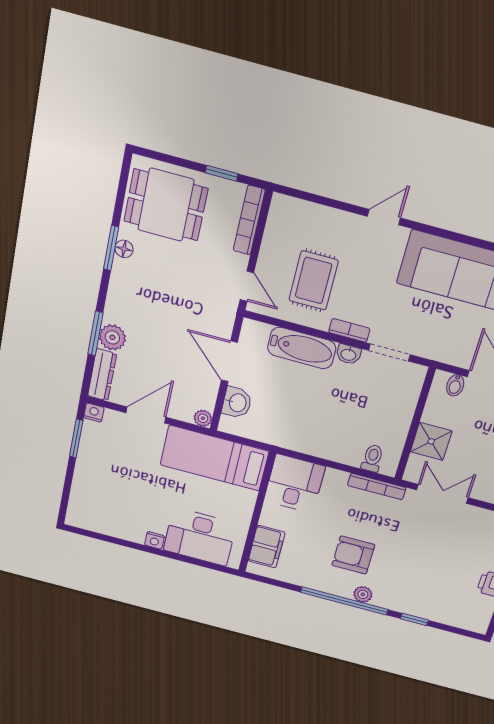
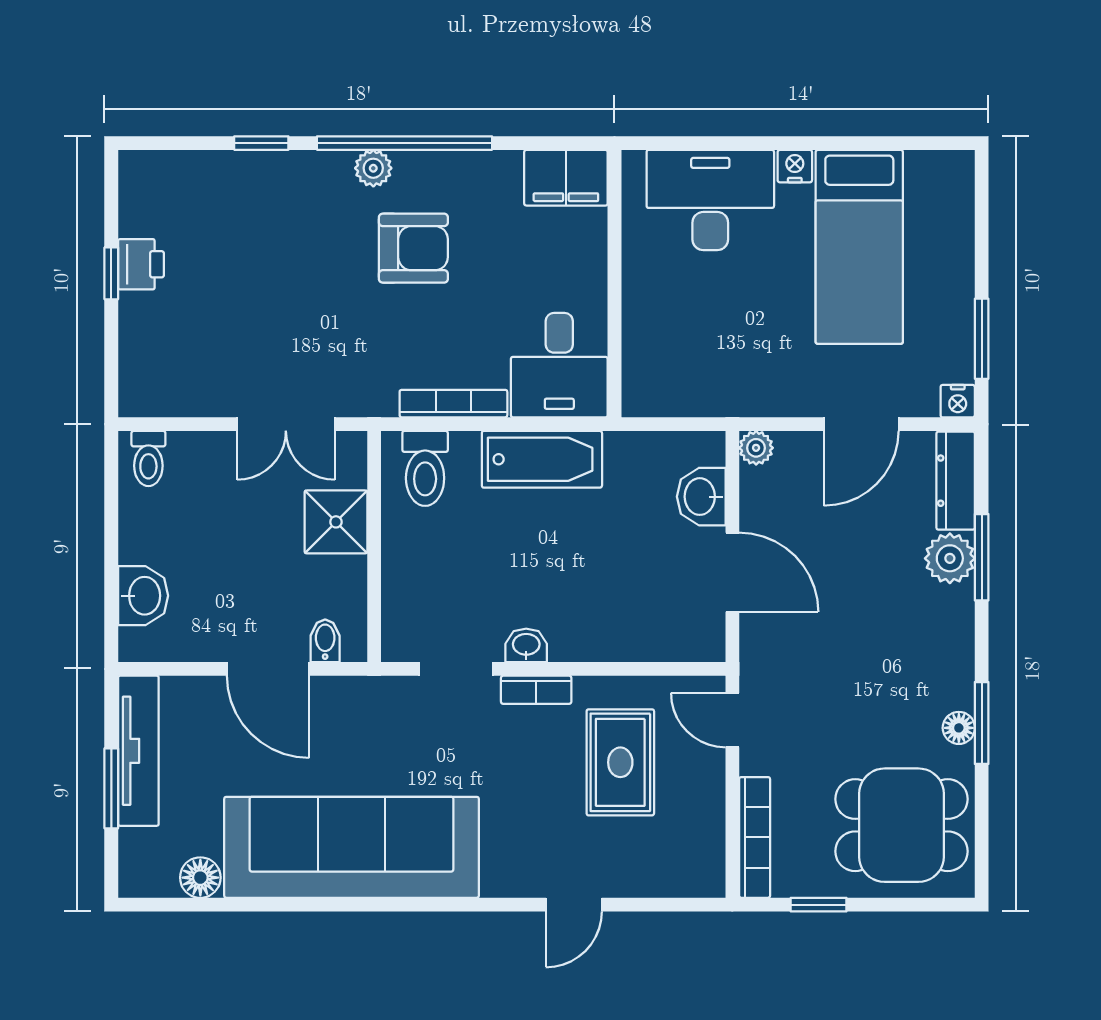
door: (384, 217) -> (574, 905), moved
bathtub: (302, 348) -> (542, 459), moved, turned 180
bed: (214, 458) -> (859, 247), moved, turned 90
toilet: (372, 458) -> (425, 468), width x1.37, depth x1.39
bookcase: (377, 487) -> (453, 404), moved
filing cabinet: (267, 547) -> (566, 178), moved, turned -90

